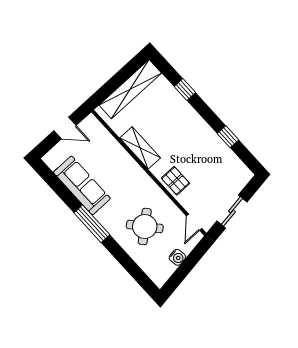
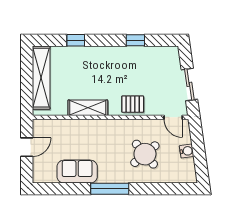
sofa: (82, 185) -> (77, 172), width x0.73

